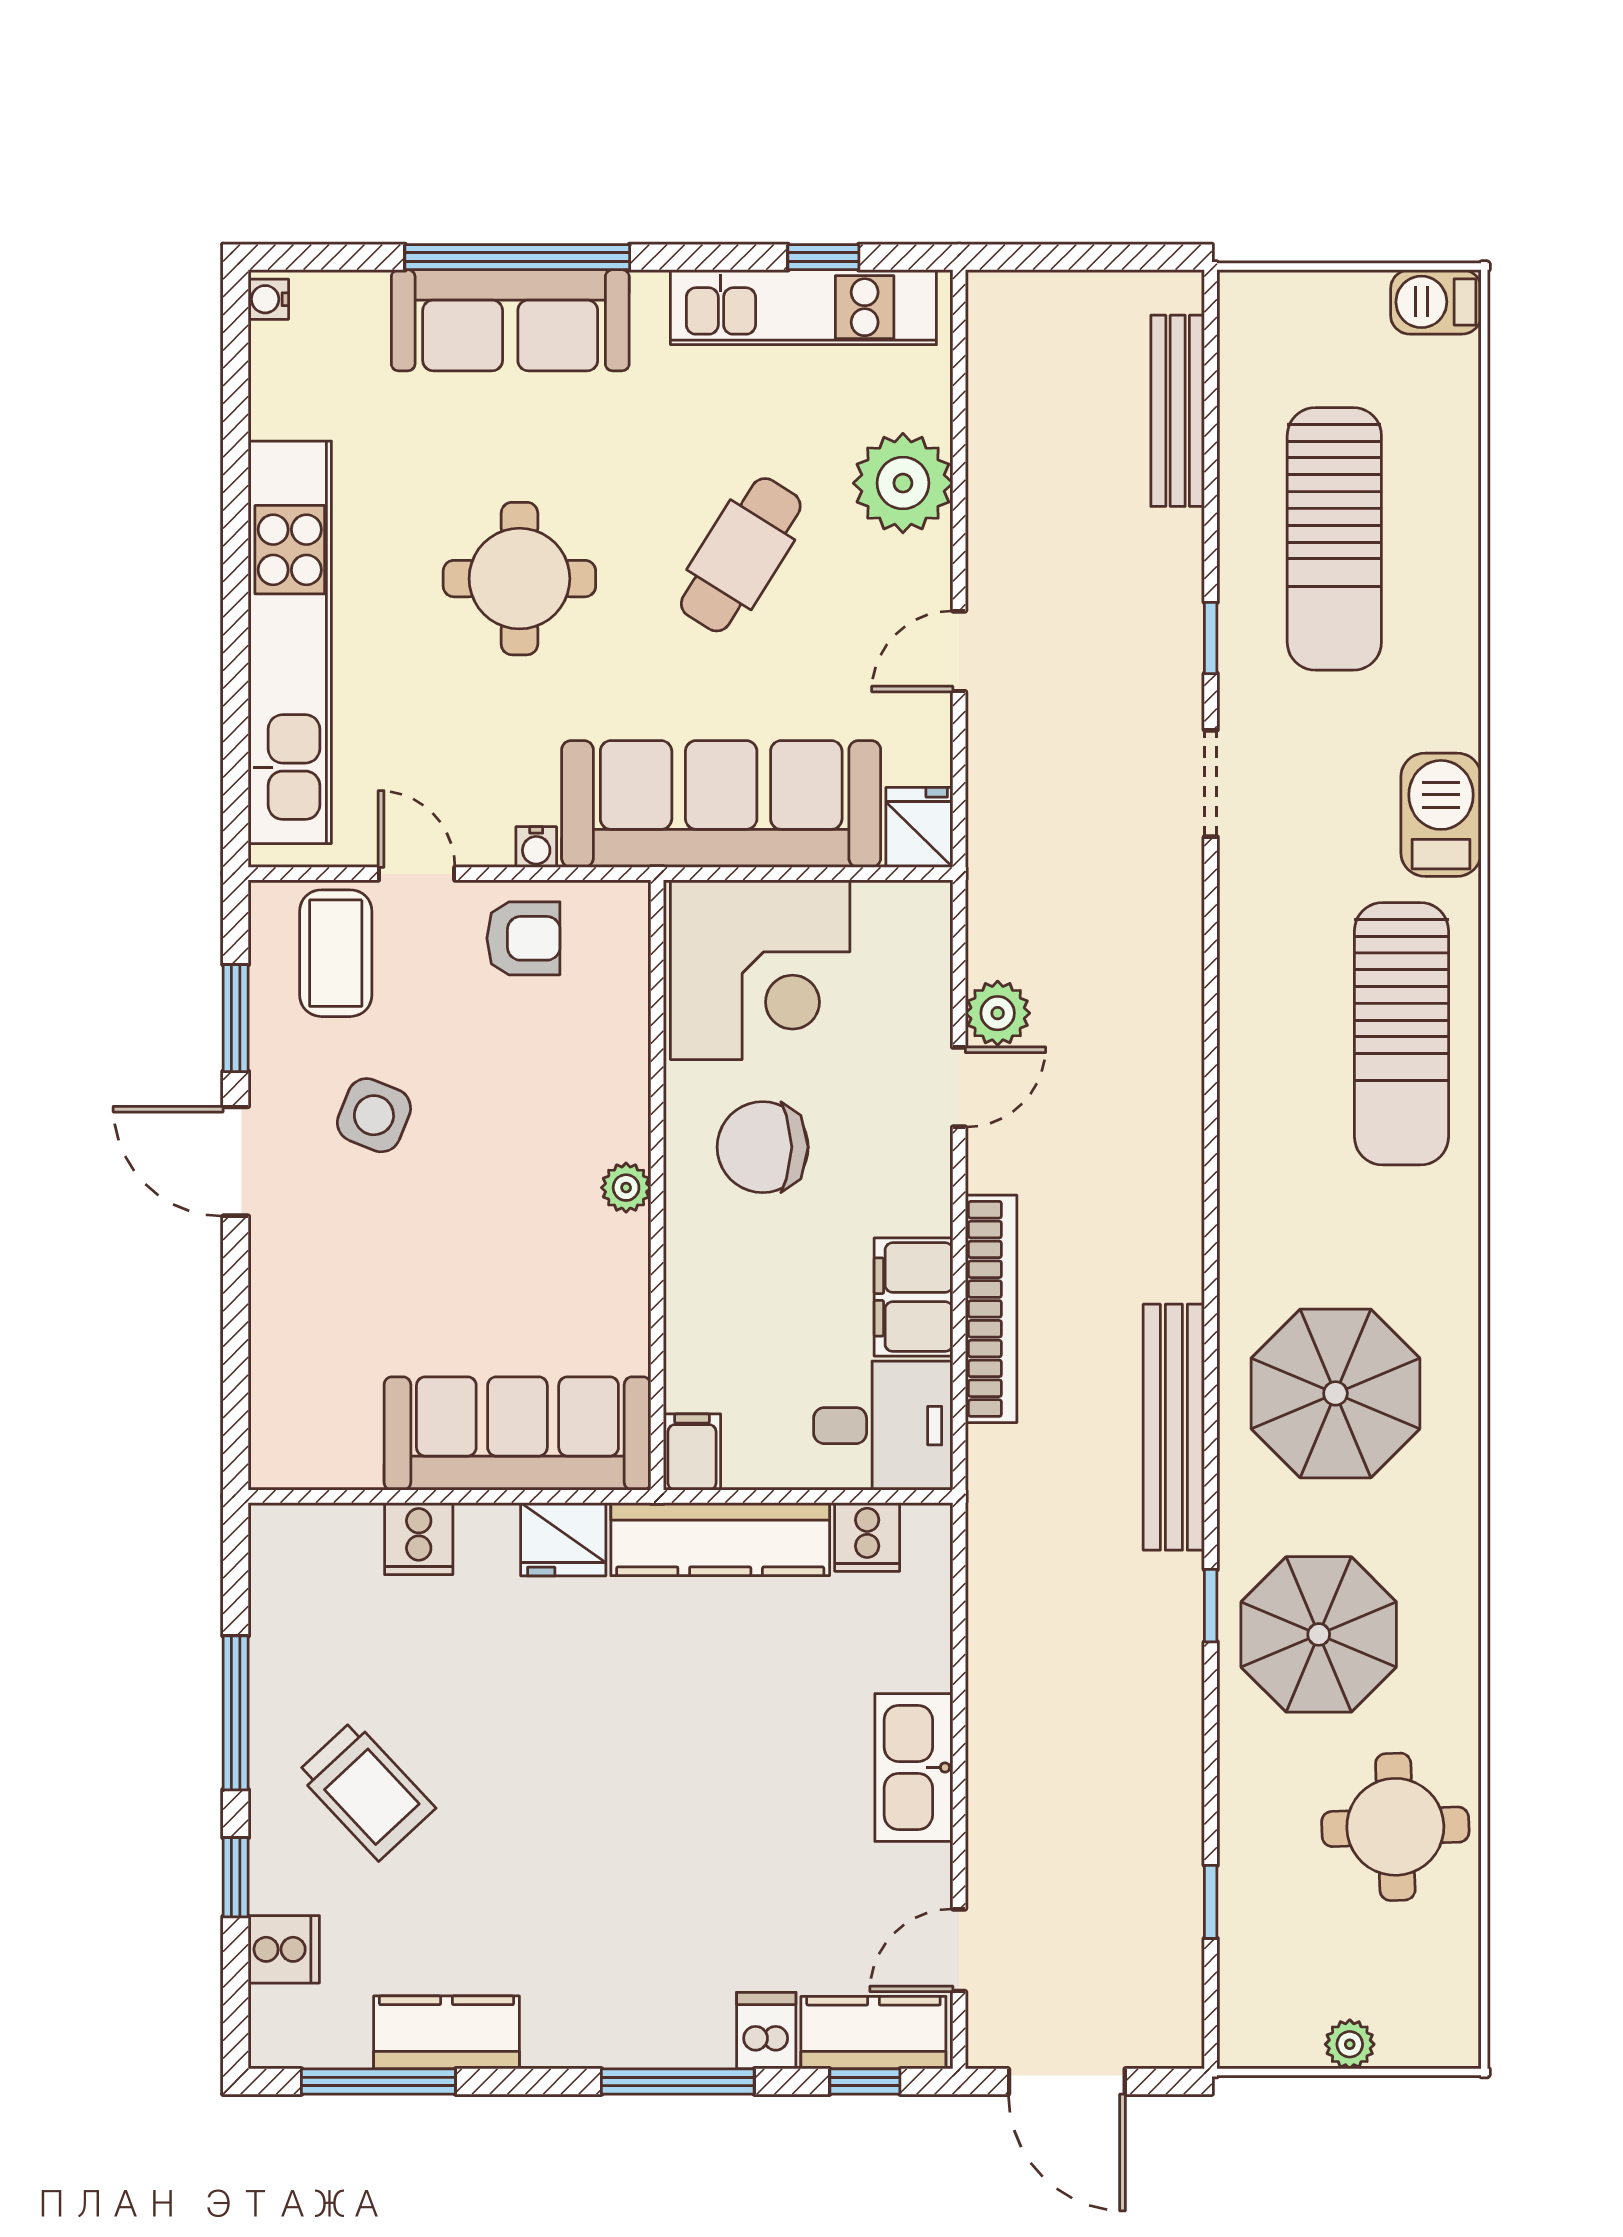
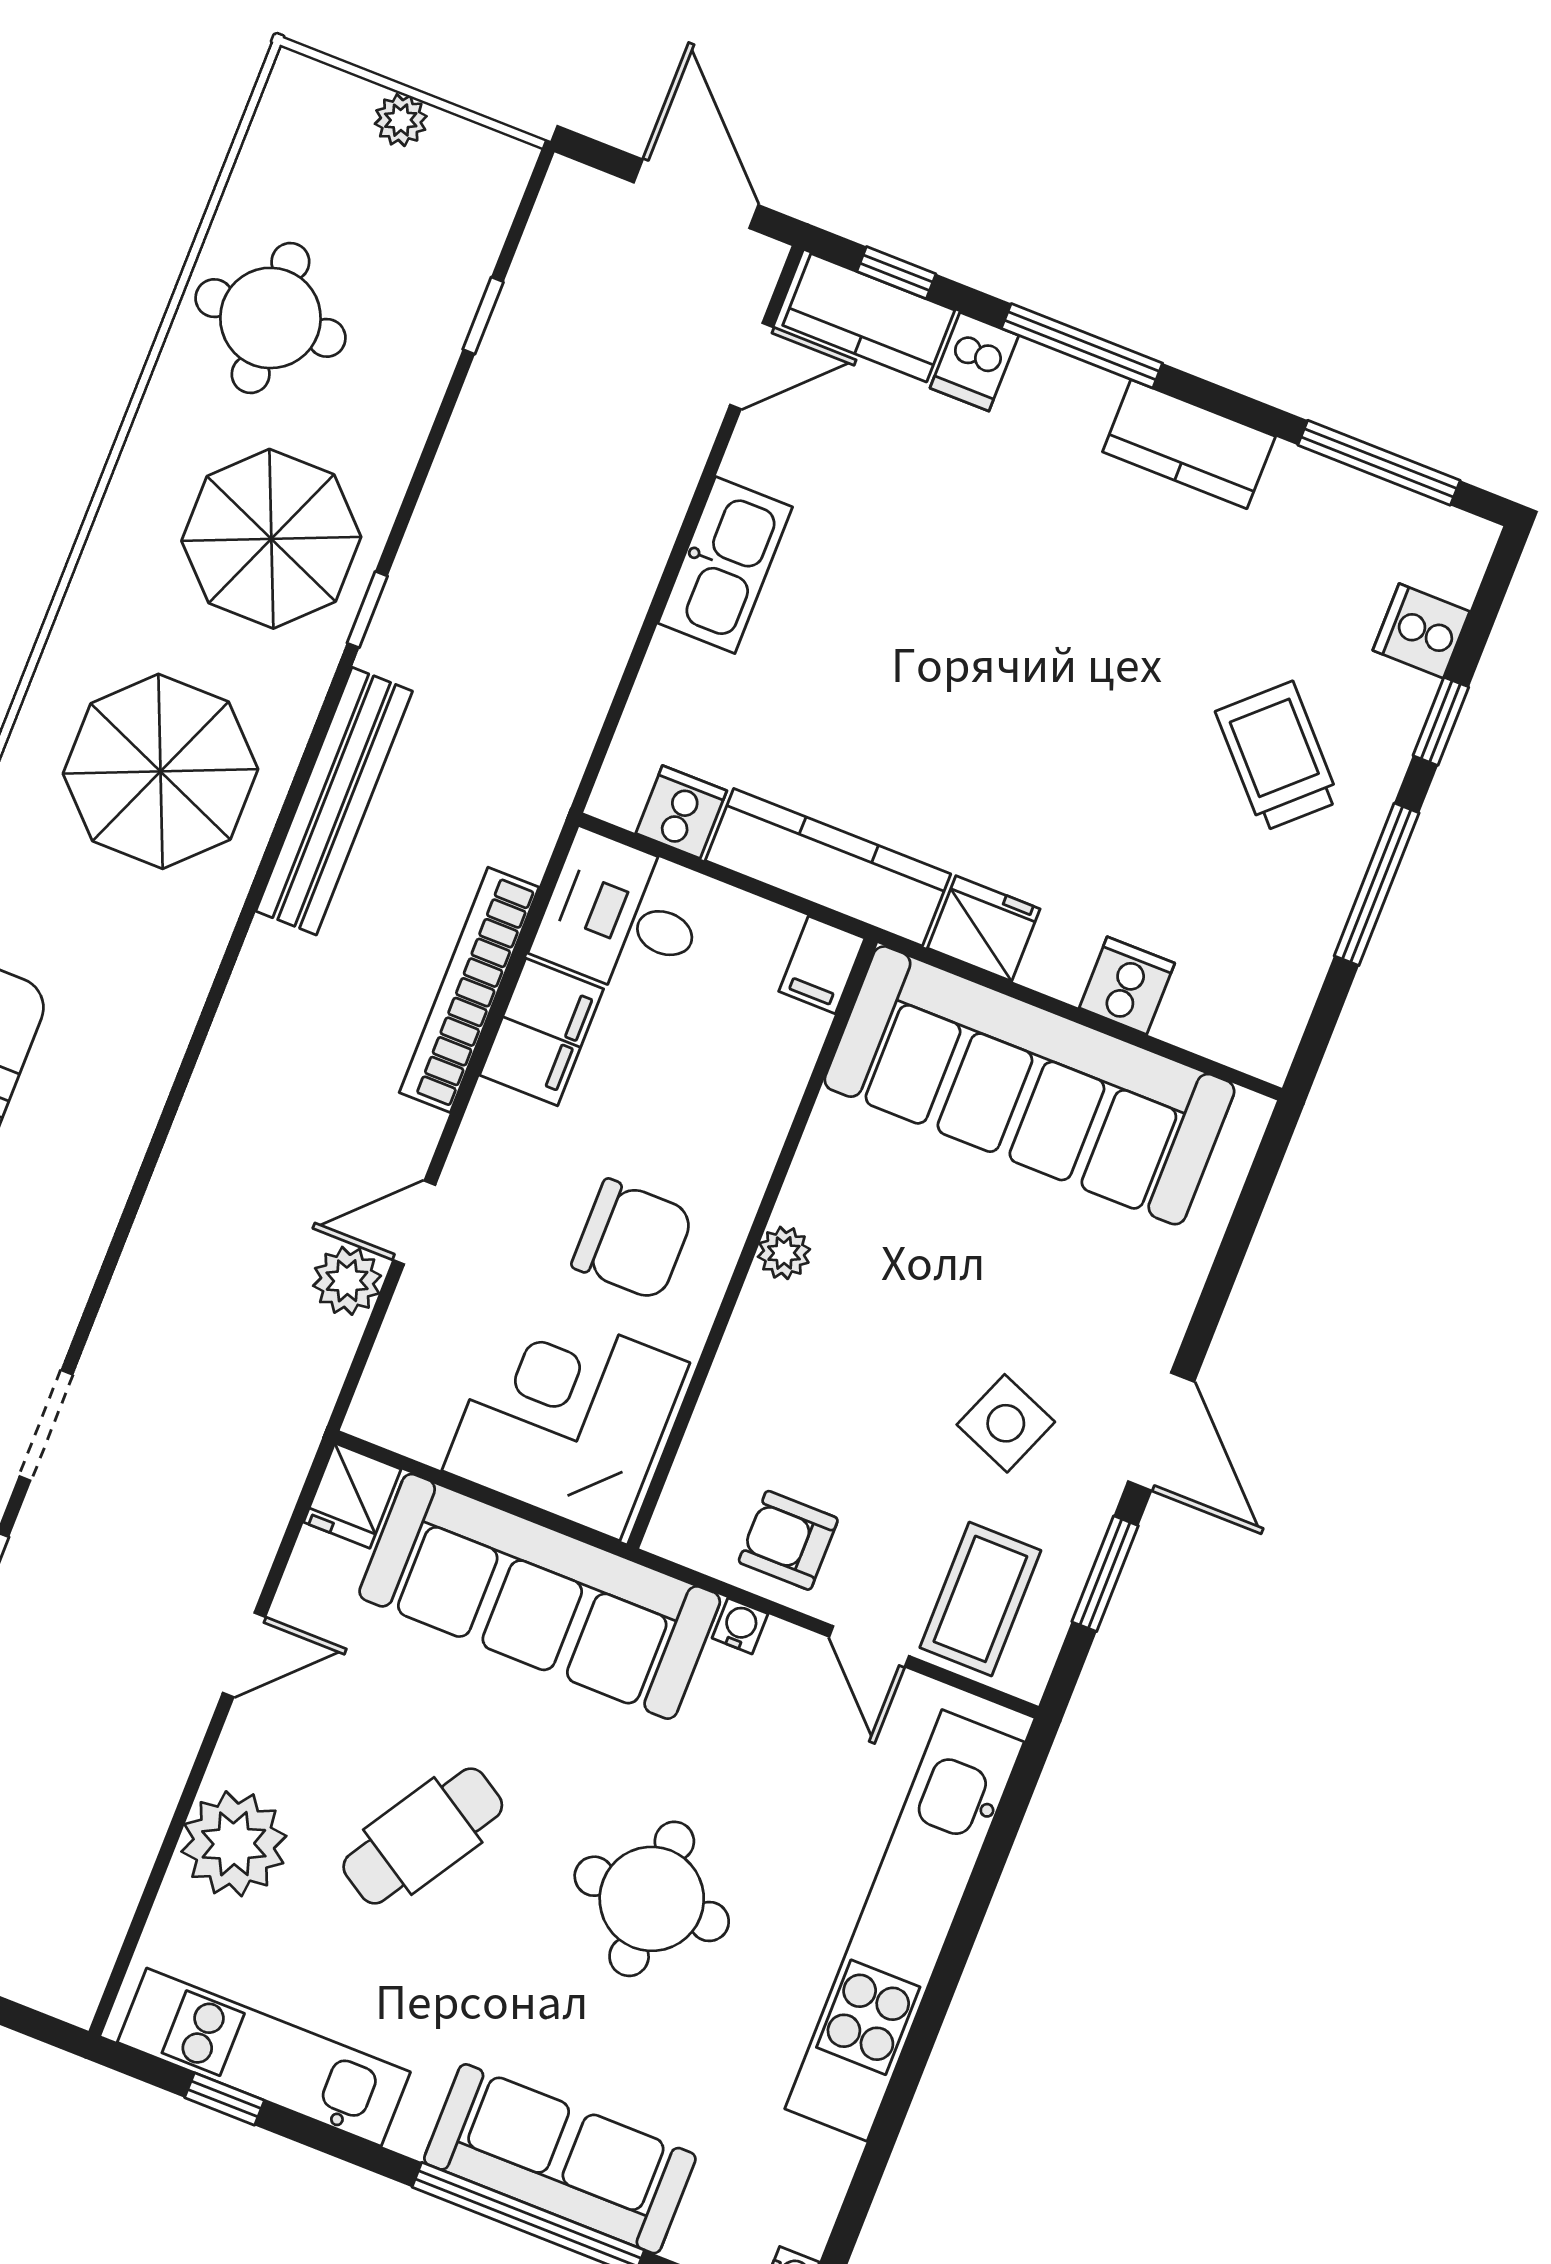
sofa: (517, 1433) -> (1029, 1085), width x1.36, depth x1.27
kitchen counter: (447, 2032) -> (1189, 444), moved

